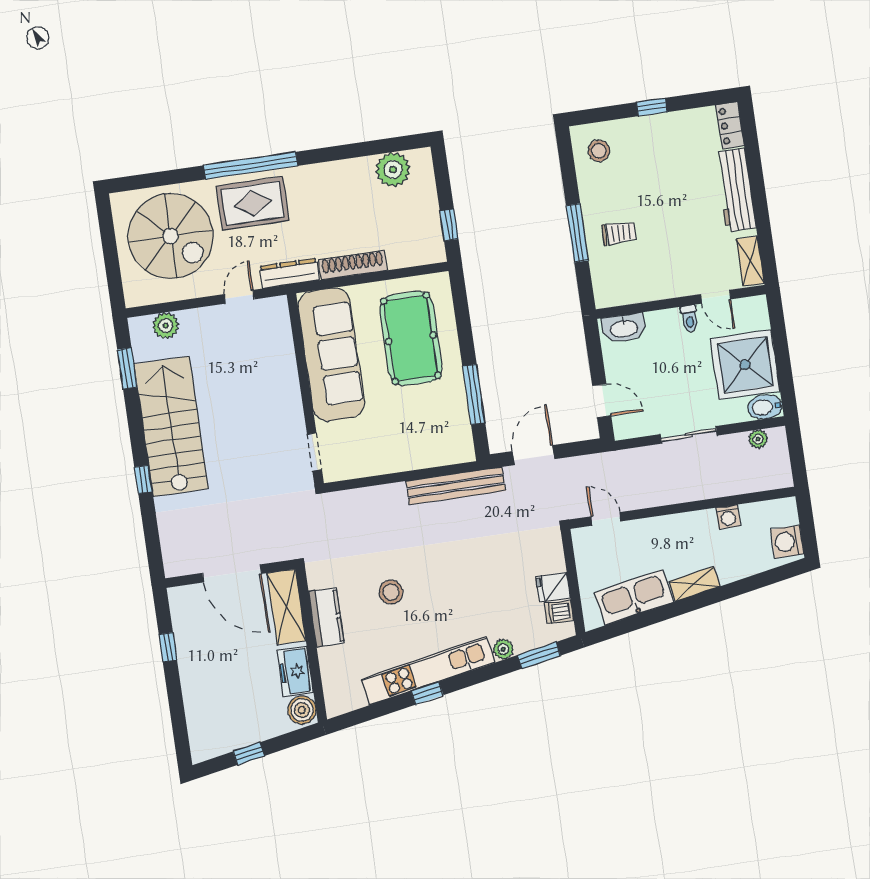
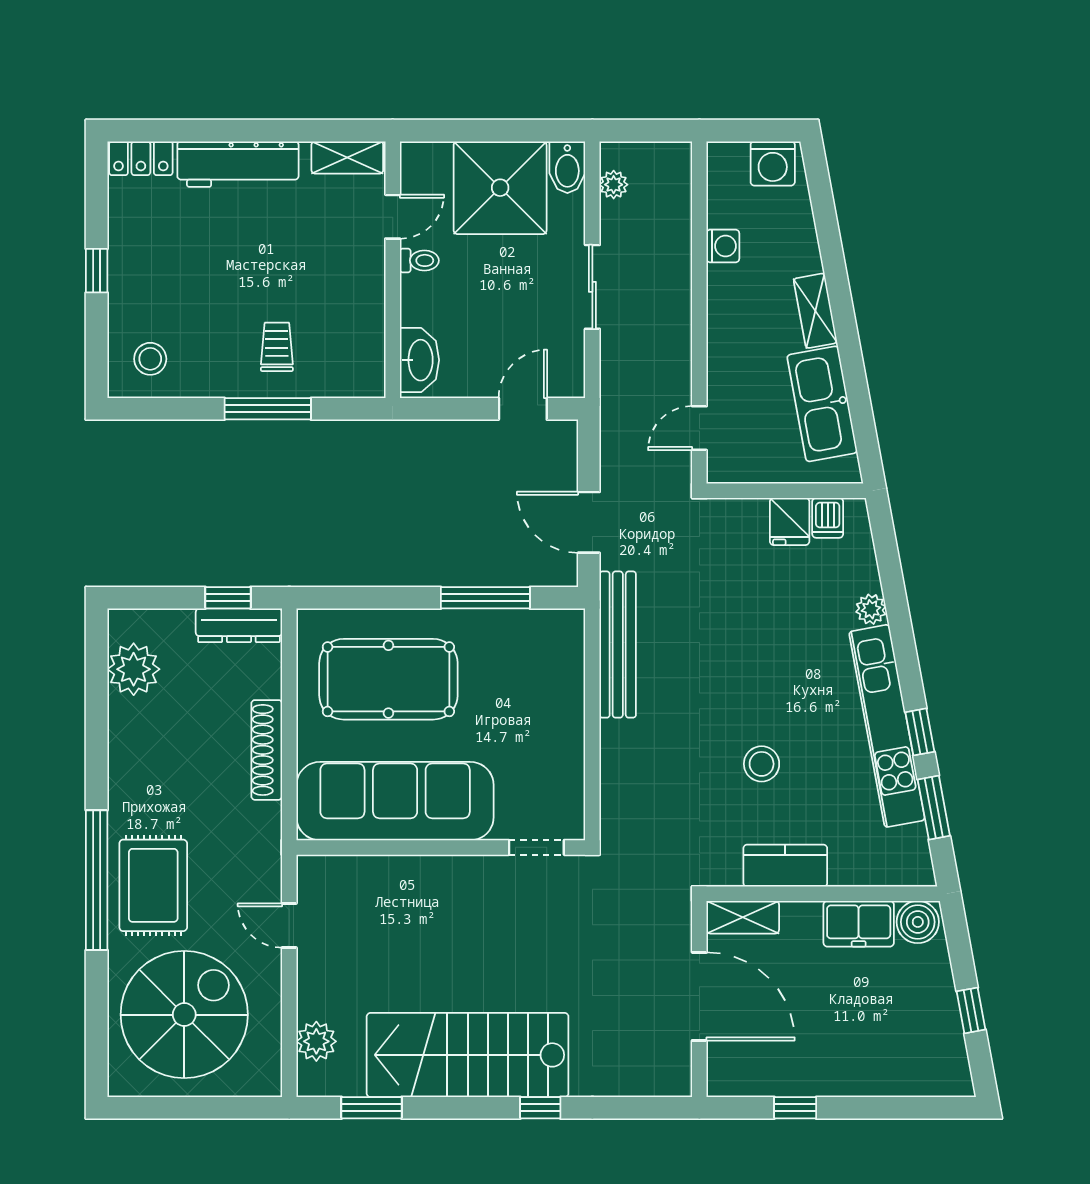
dresser: (289, 273) -> (239, 625), moved, turned -90
door: (232, 573) -> (699, 996), hinge flipped
shelving: (286, 607) -> (743, 917), width x0.67, depth x0.75
window: (539, 655) -> (934, 808), moved

